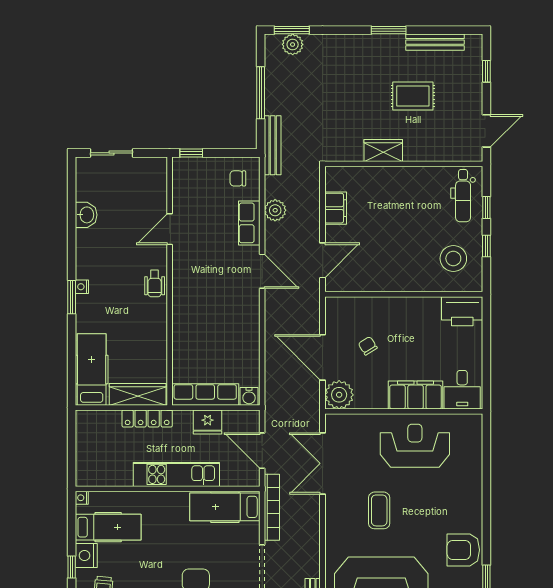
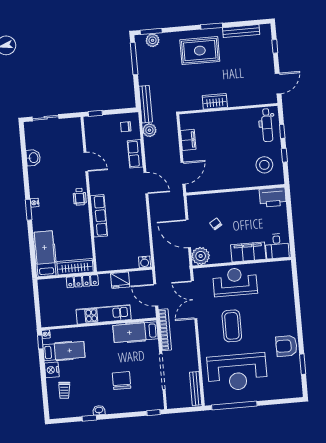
window: (261, 93) -> (134, 59), moved
rug: (413, 96) -> (200, 51), moved, width x1.36, depth x1.43
plant: (275, 210) -> (149, 130), moved
door: (170, 229) -> (86, 162), swing flipped
row of seats: (205, 395) -> (99, 216), moved, turned 90
reception desk: (415, 446) -> (235, 282), moved
coffee table: (379, 510) -> (232, 326), width x1.36, depth x1.32
window: (72, 567) -> (40, 342), moved

